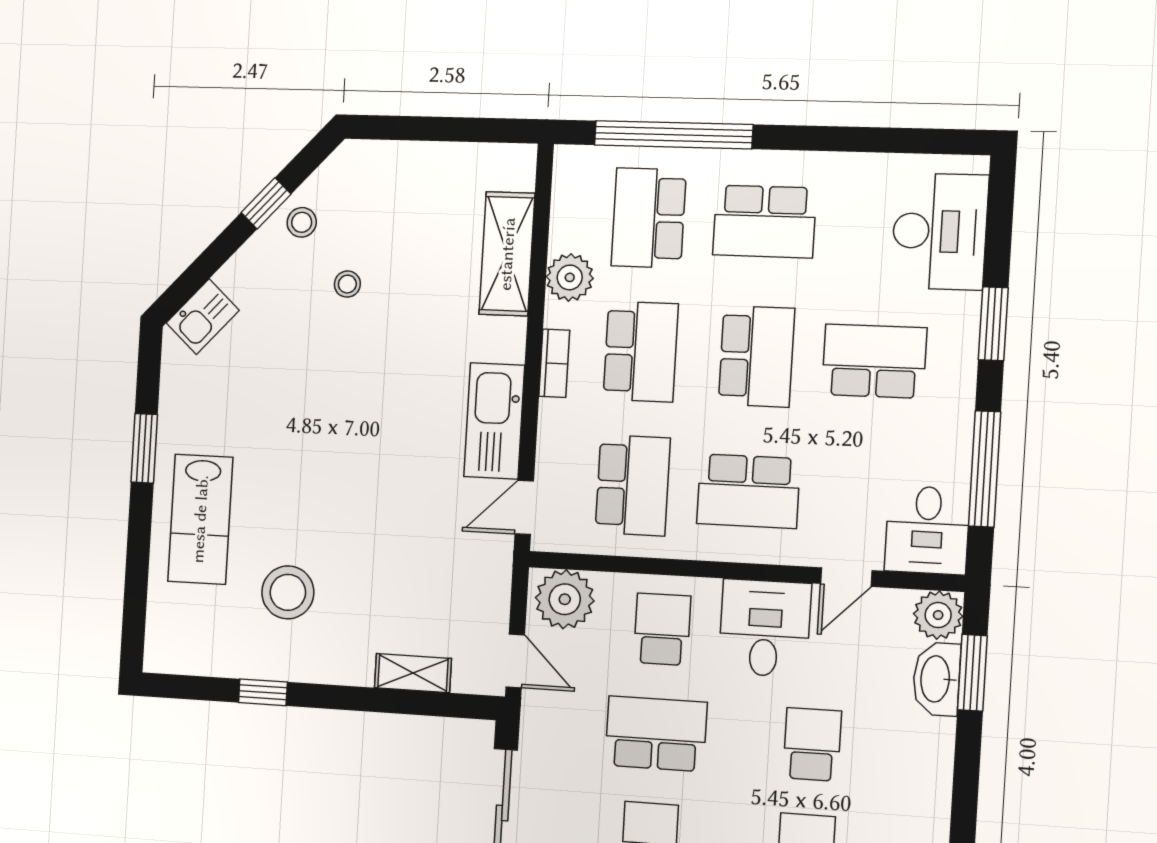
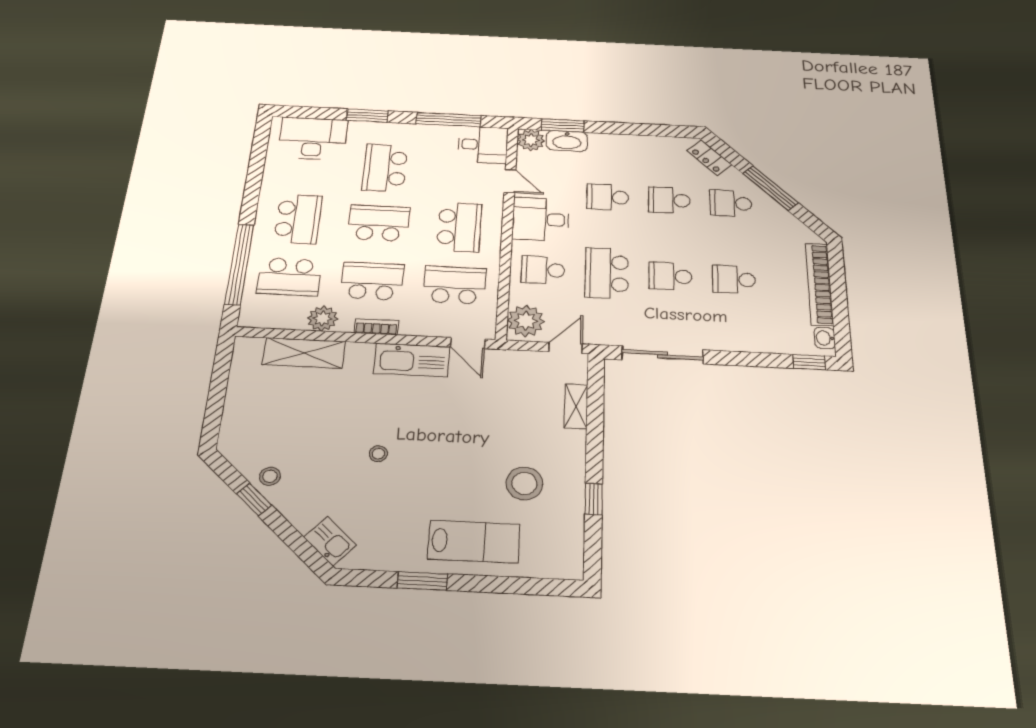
stool: (347, 284) -> (378, 454), moved

